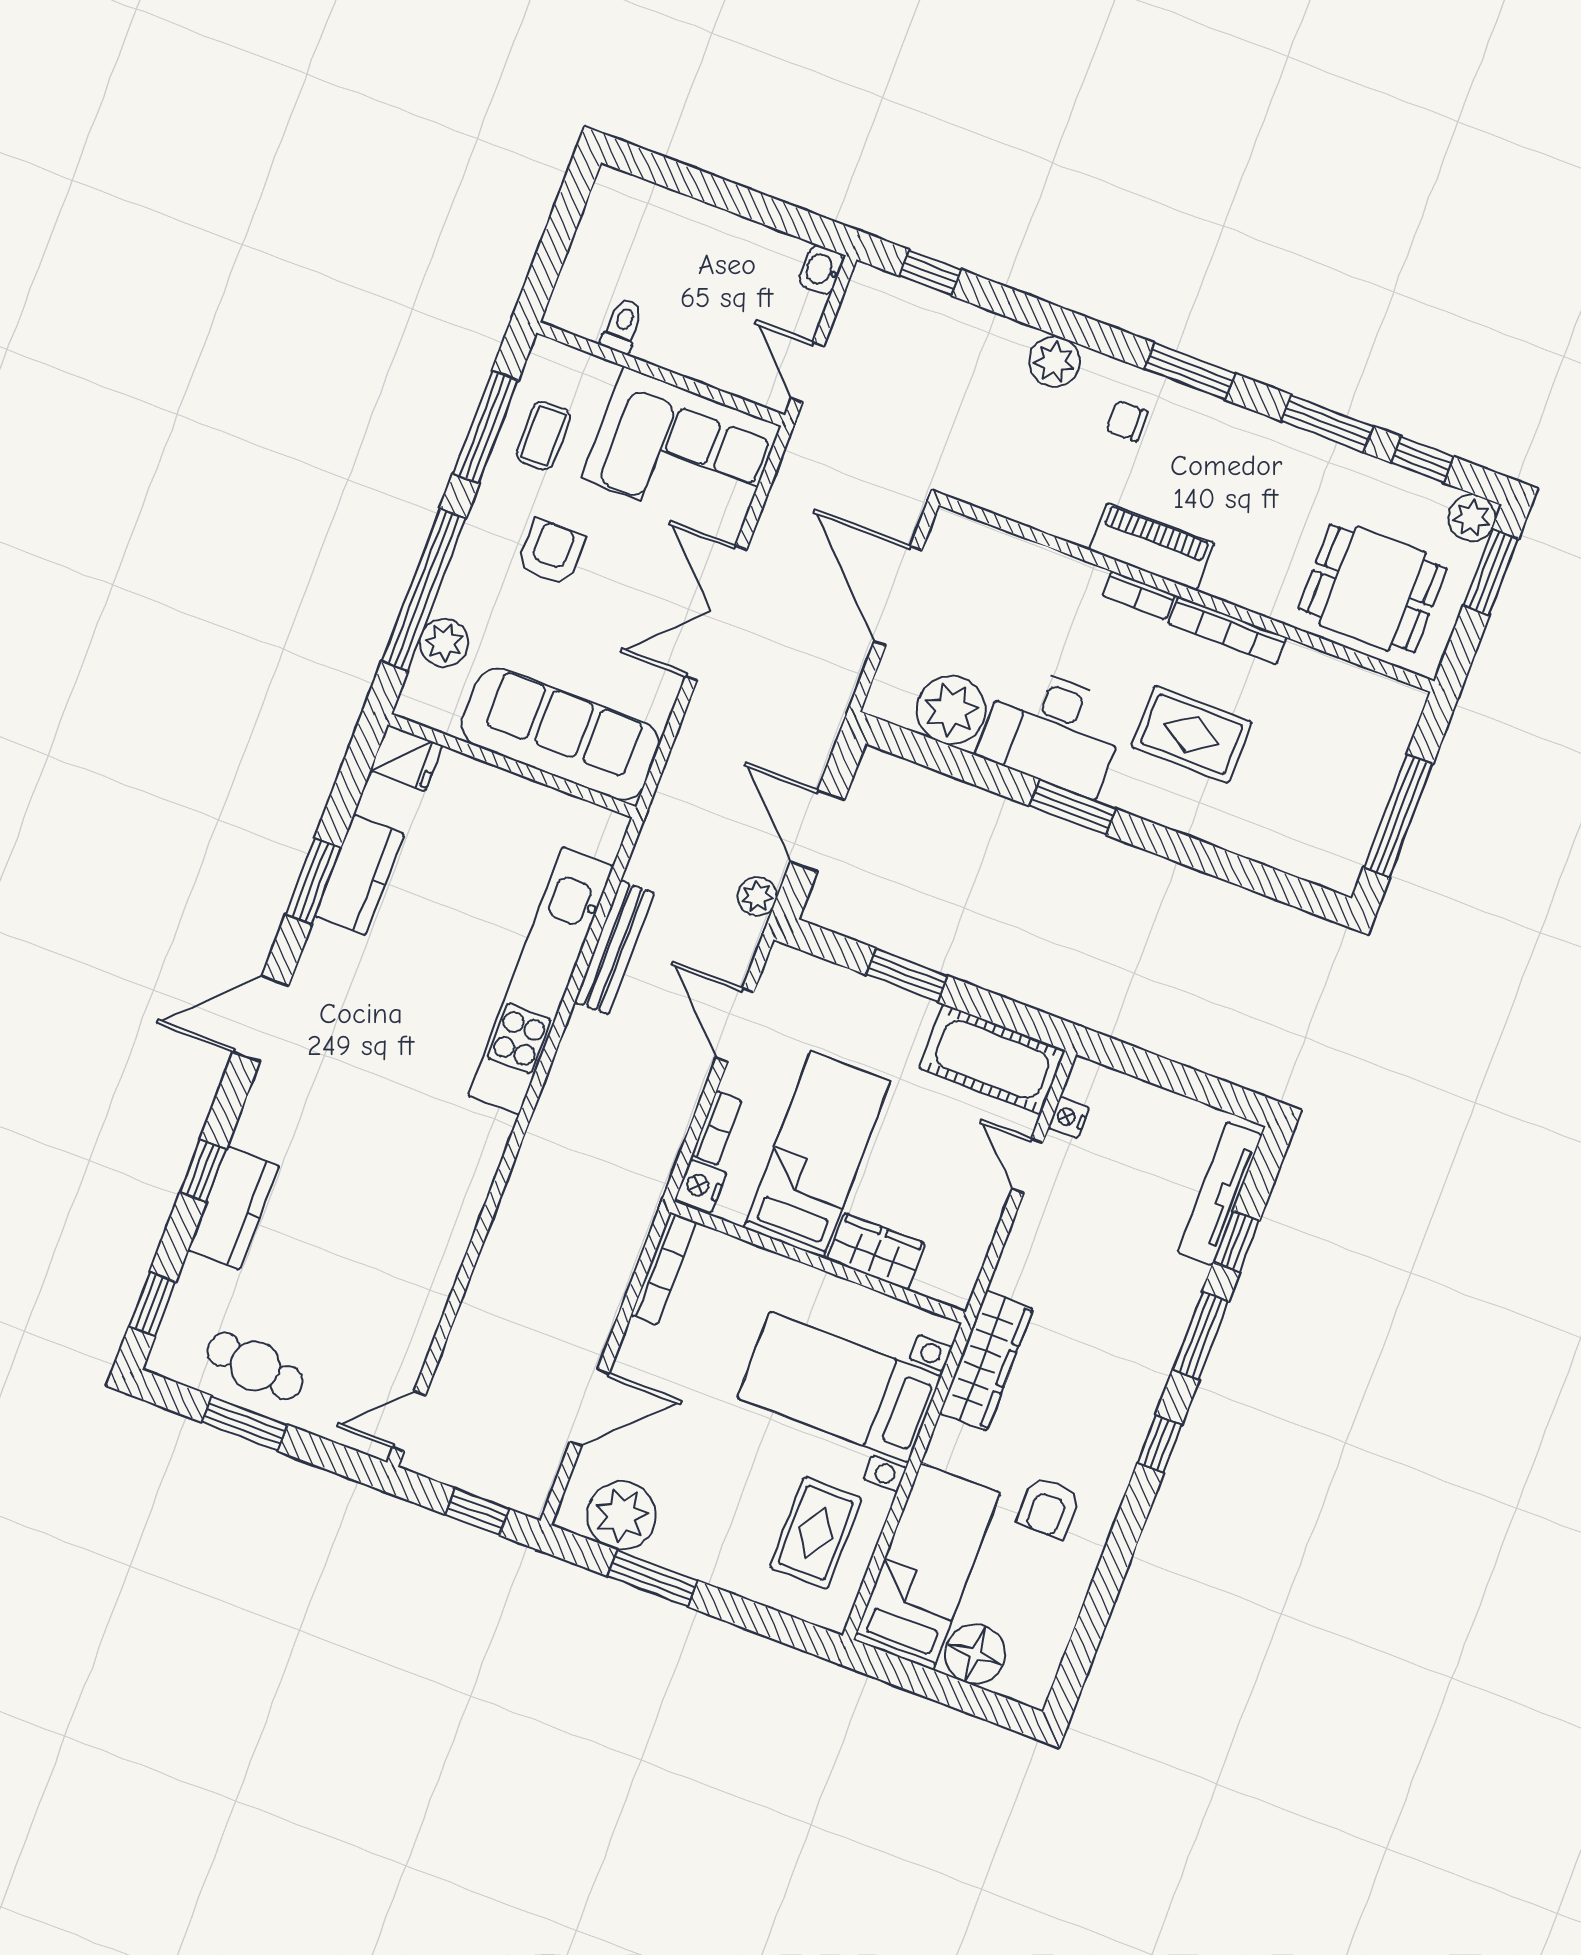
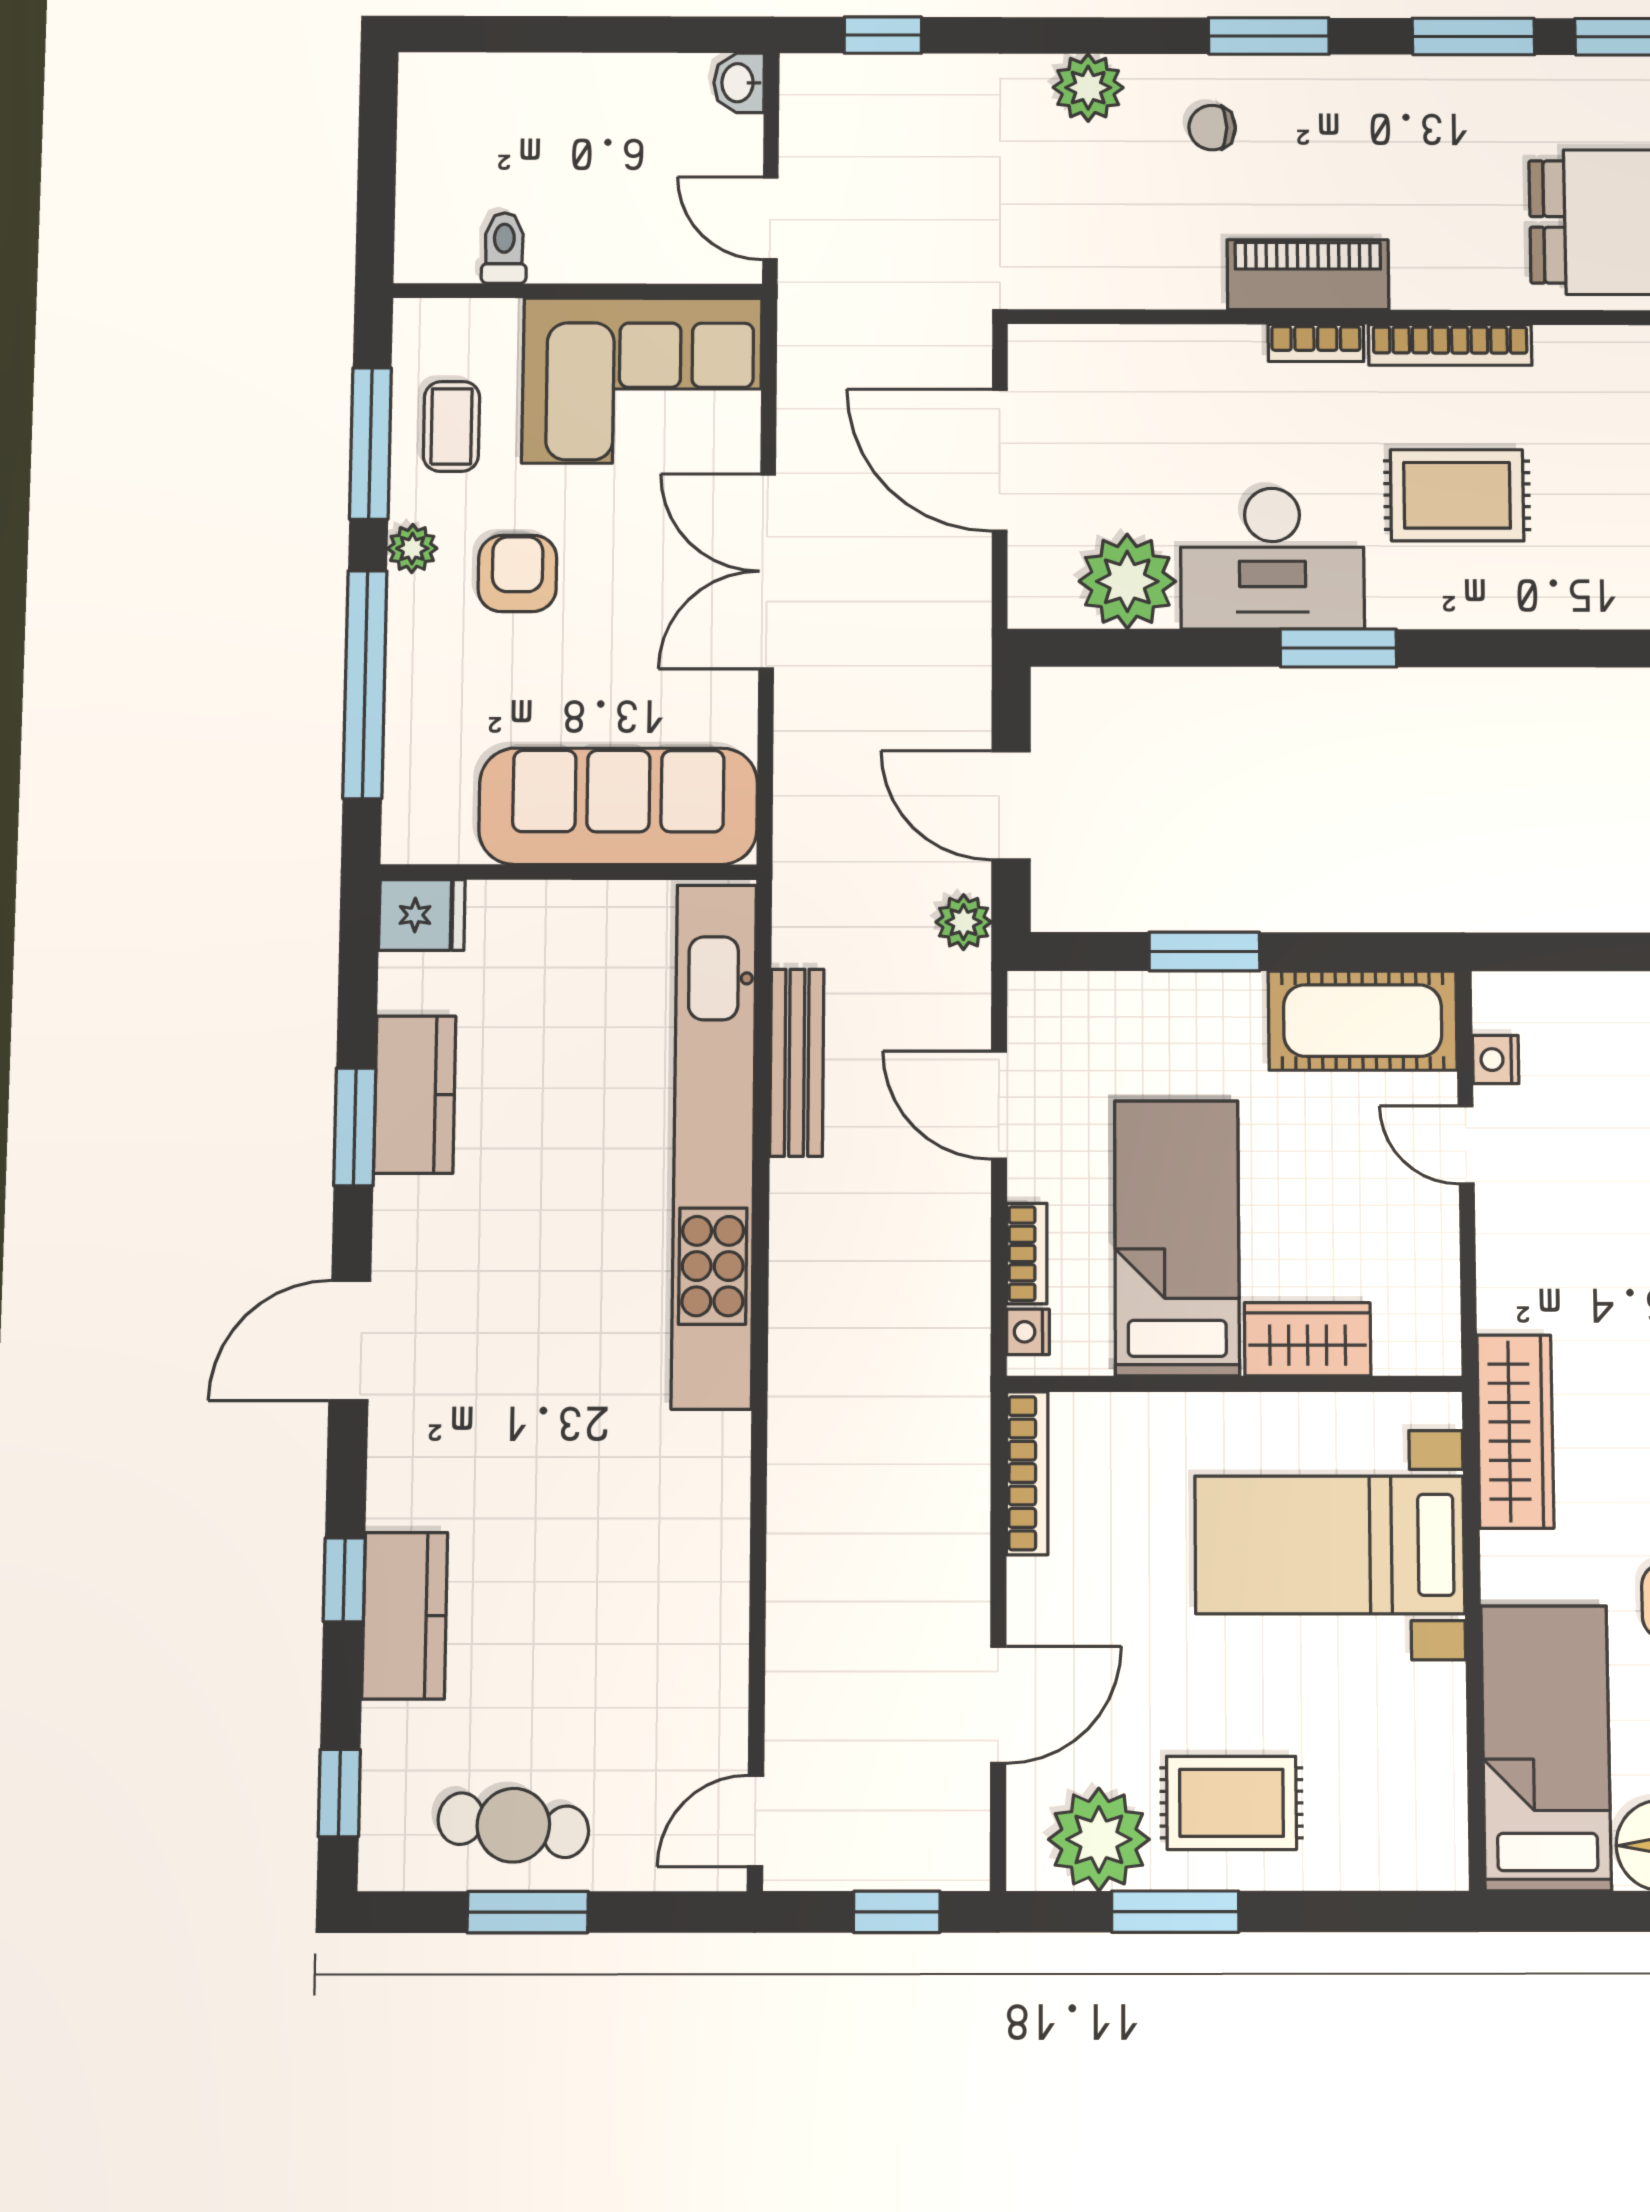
plant: (444, 643) -> (412, 548), moved, width x0.73, depth x0.73
kitchen unit: (541, 981) -> (714, 1145), width x1.36
nightstand: (701, 1186) -> (1028, 1332), width x0.72, depth x0.74
rug: (816, 1533) -> (1231, 1803), moved, turned 90

